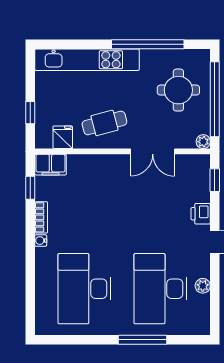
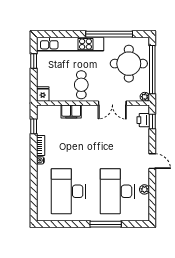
round table: (178, 90) -> (129, 64), width x1.36, depth x1.36
window: (30, 113) -> (34, 61), moved
cafe table: (104, 123) -> (81, 85), turned -75
fridge: (63, 137) -> (43, 94), moved
filing cabinet: (50, 165) -> (71, 112), moved
printer: (201, 214) -> (143, 120), moved

